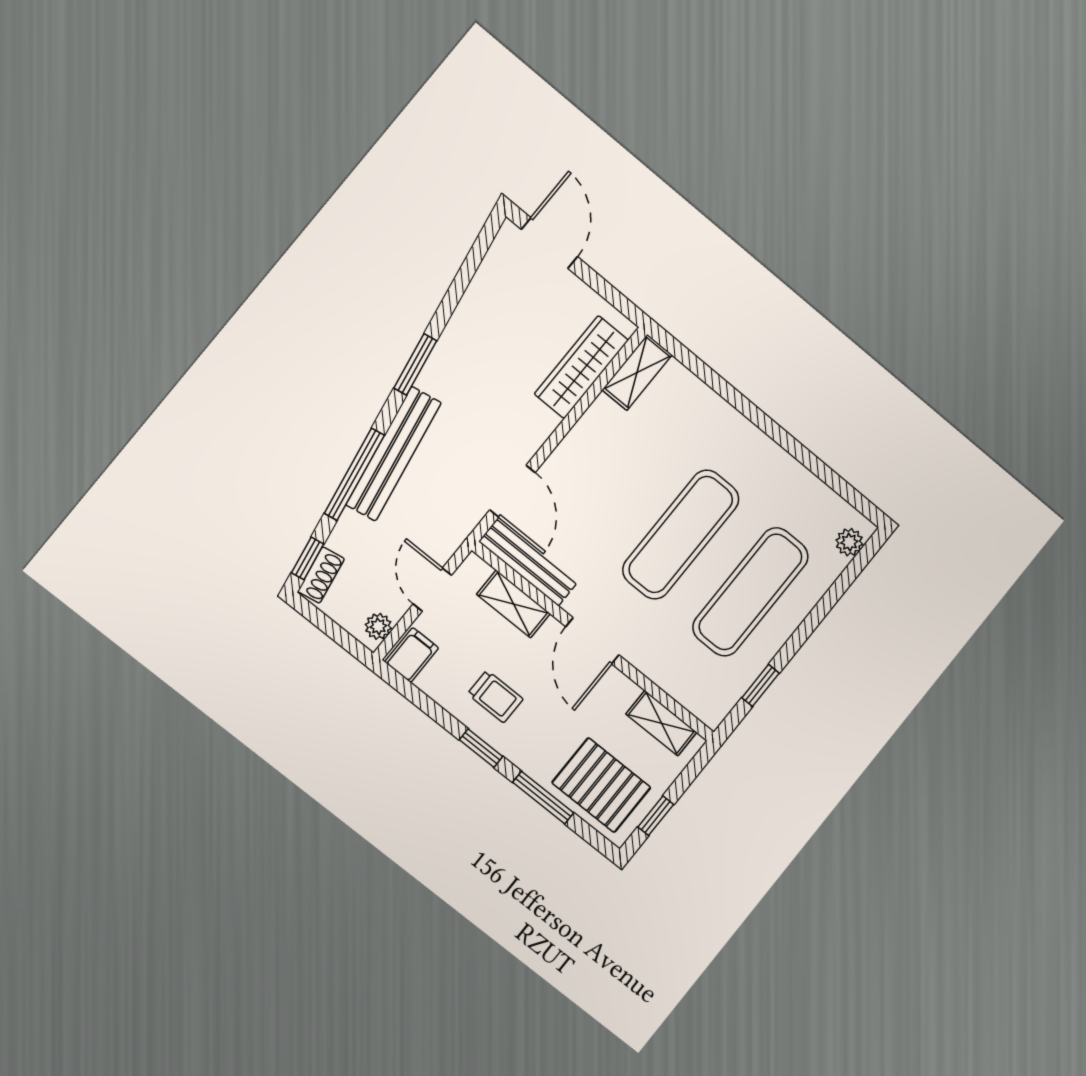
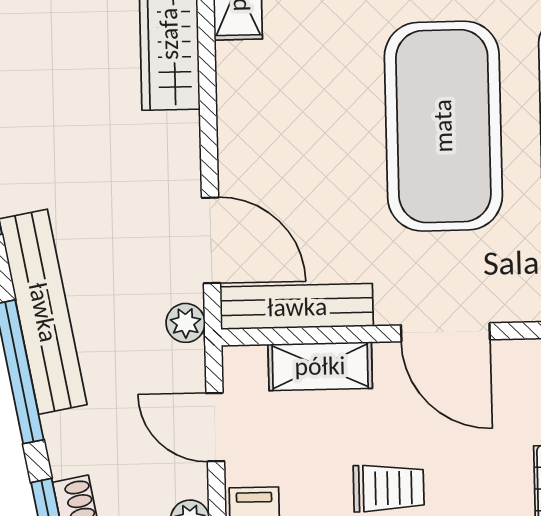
plant: (463, 523) -> (186, 323), added
exercise mat: (681, 534) -> (443, 126), width x1.47

